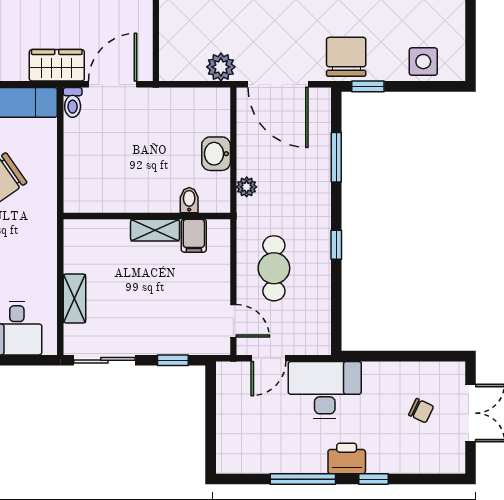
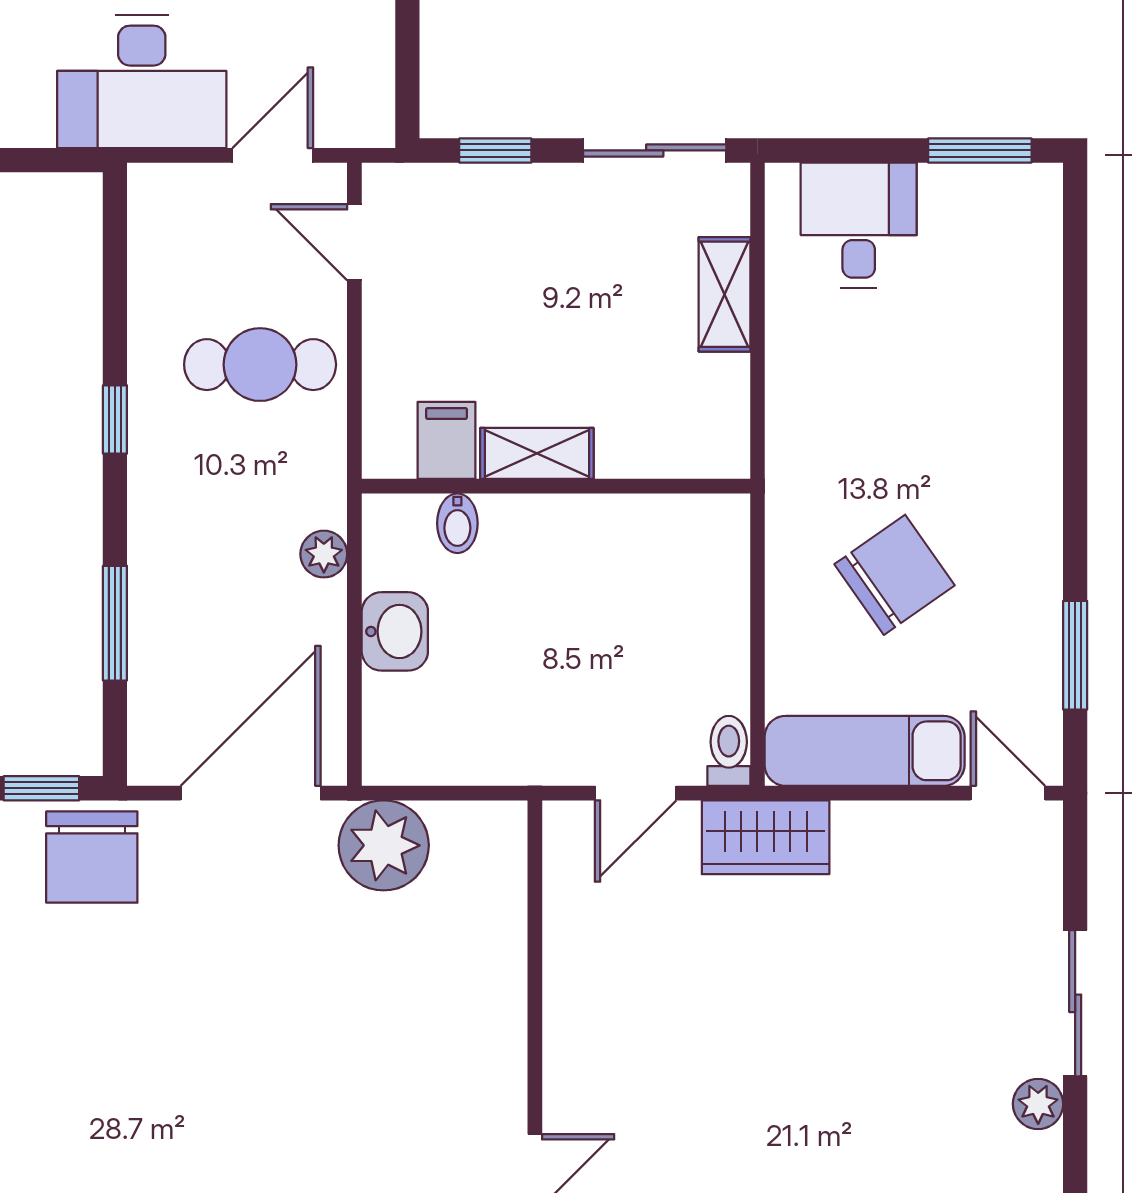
plant: (221, 67) -> (384, 845), width x1.36, depth x1.36
door: (113, 84) -> (636, 793), width x0.73
door: (278, 84) -> (251, 793), hinge flipped
cafe table: (274, 268) -> (260, 365), turned 90

